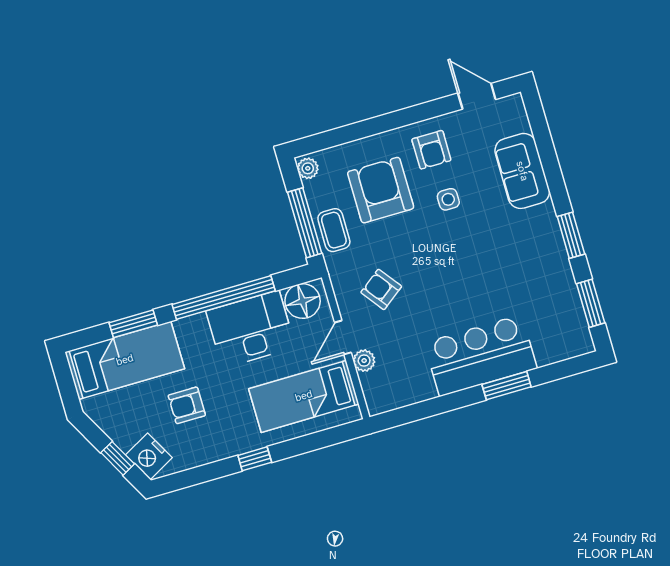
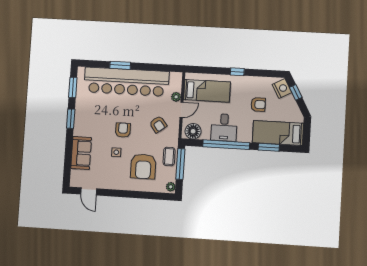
armchair: (431, 150) -> (123, 130), moved
desk: (251, 329) -> (224, 127), width x0.73
bar counter: (481, 356) -> (126, 82), width x1.86

